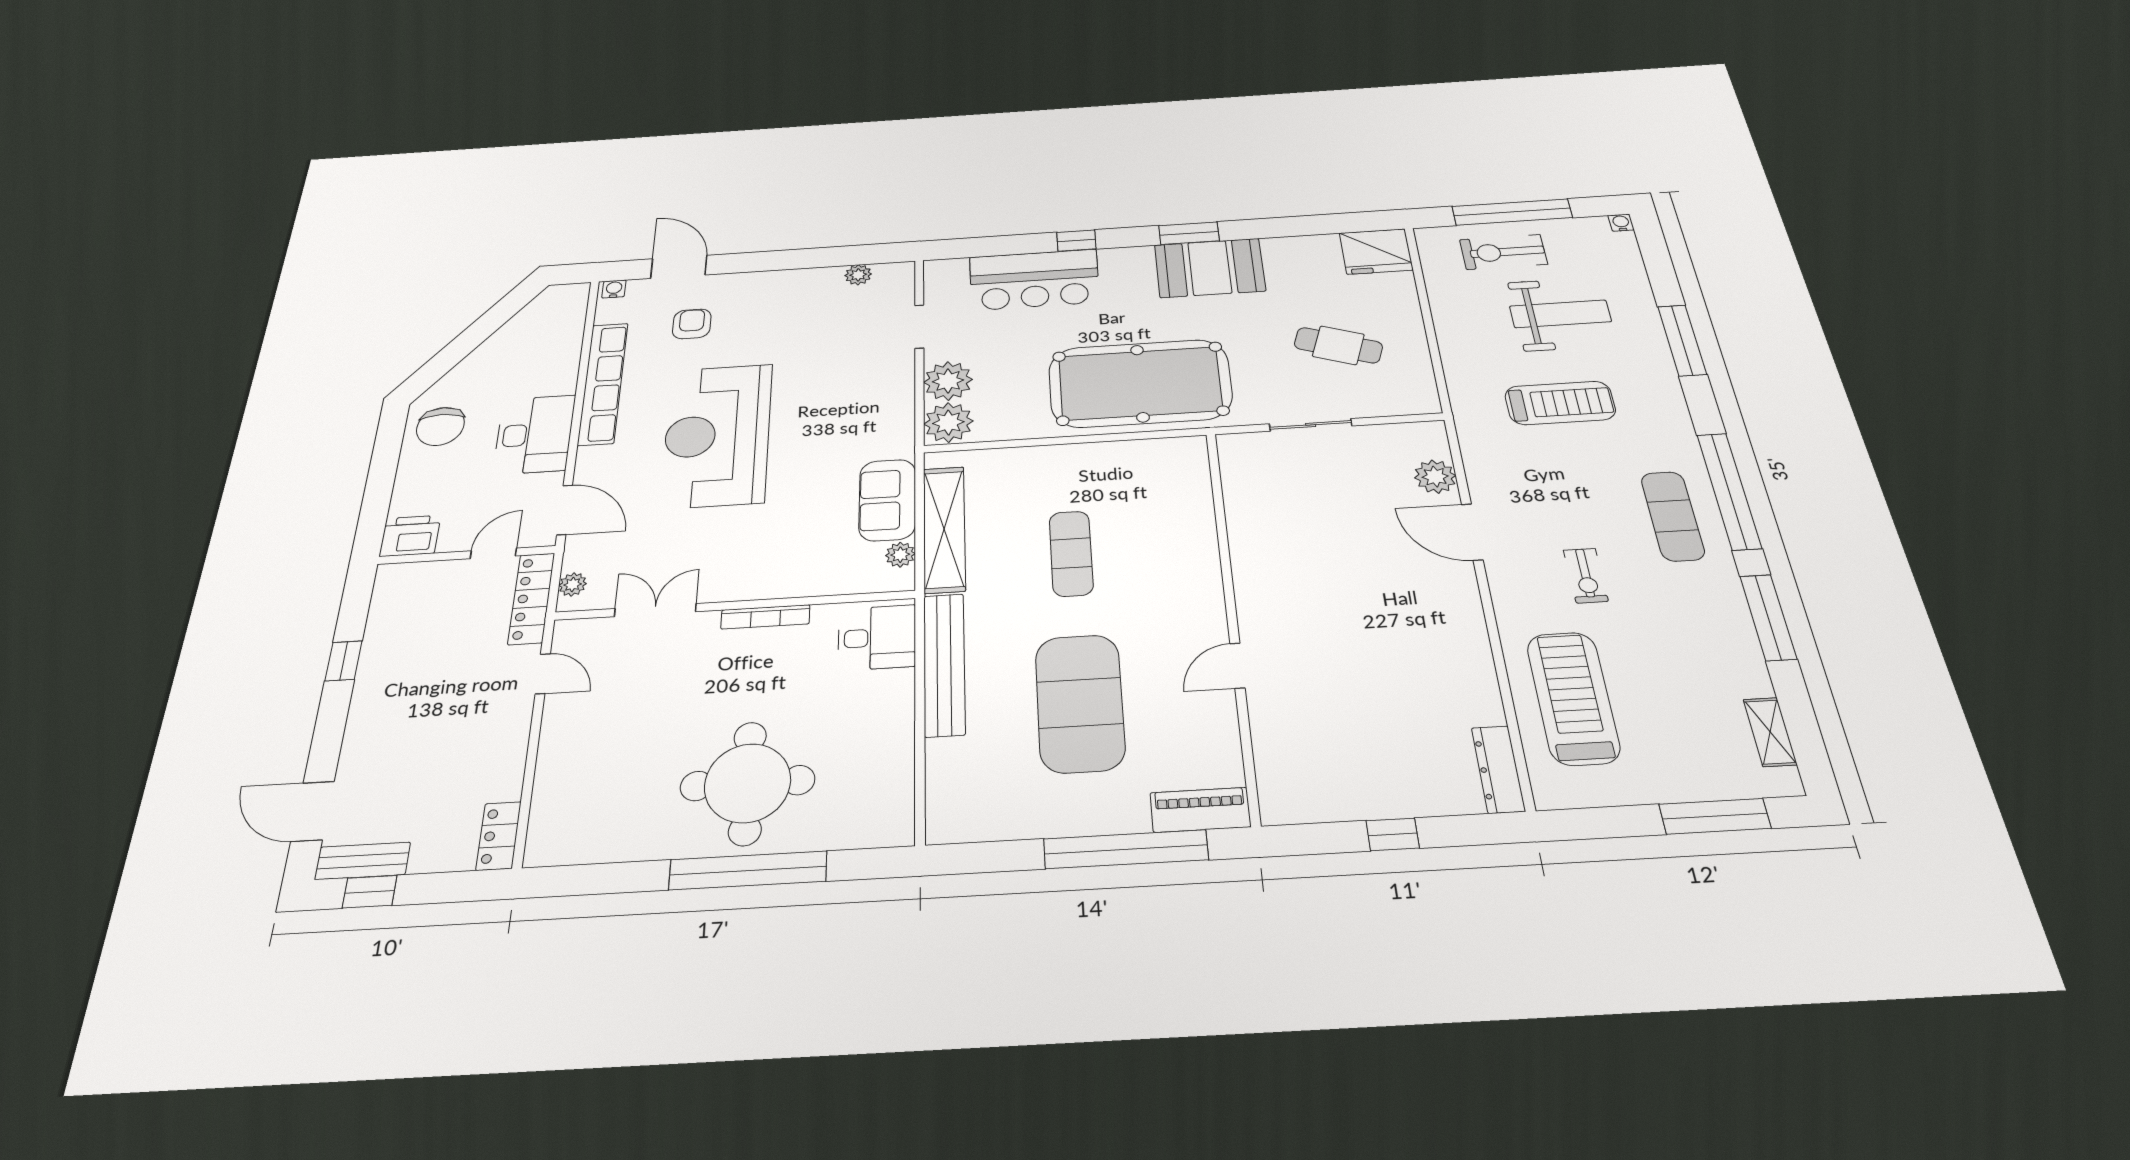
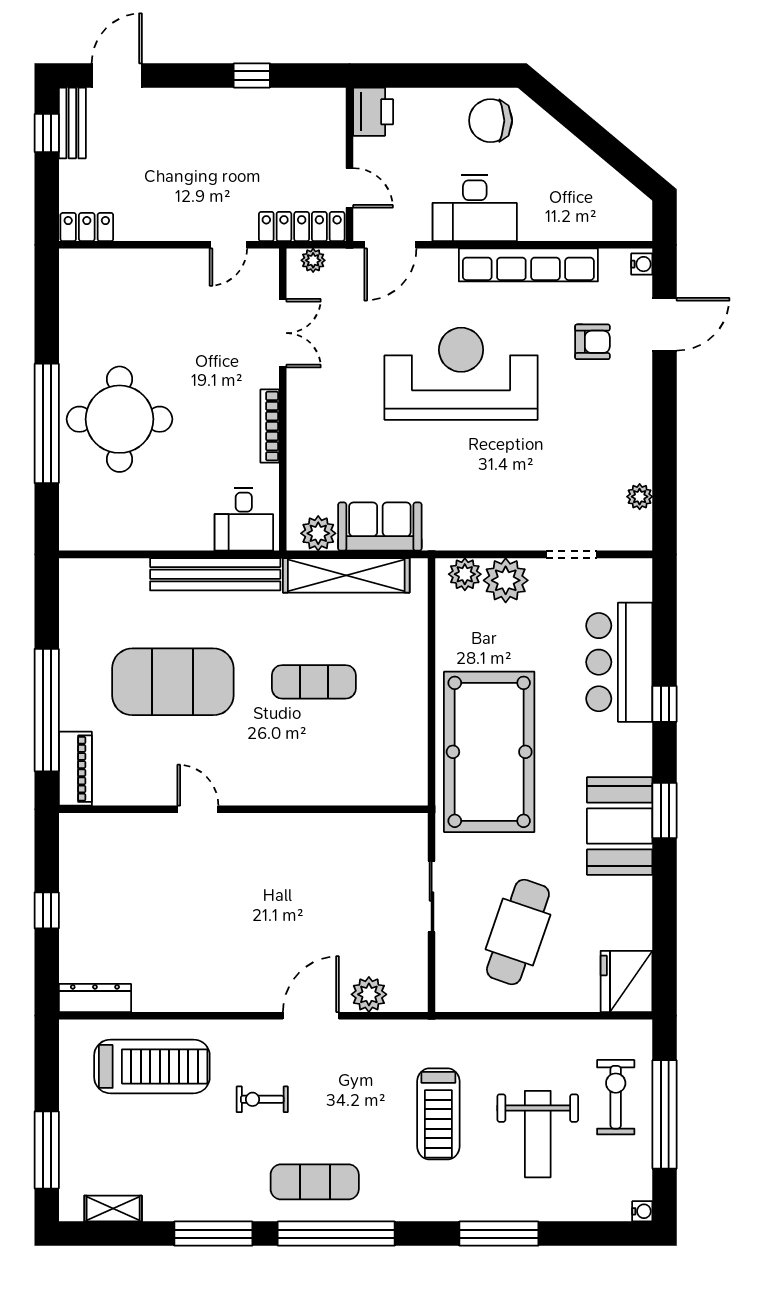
cafe table: (1338, 345) -> (518, 932), width x1.37, depth x1.35
plant: (948, 423) -> (465, 574), width x0.73, depth x0.73
plant: (900, 555) -> (318, 533), width x1.38, depth x1.38

